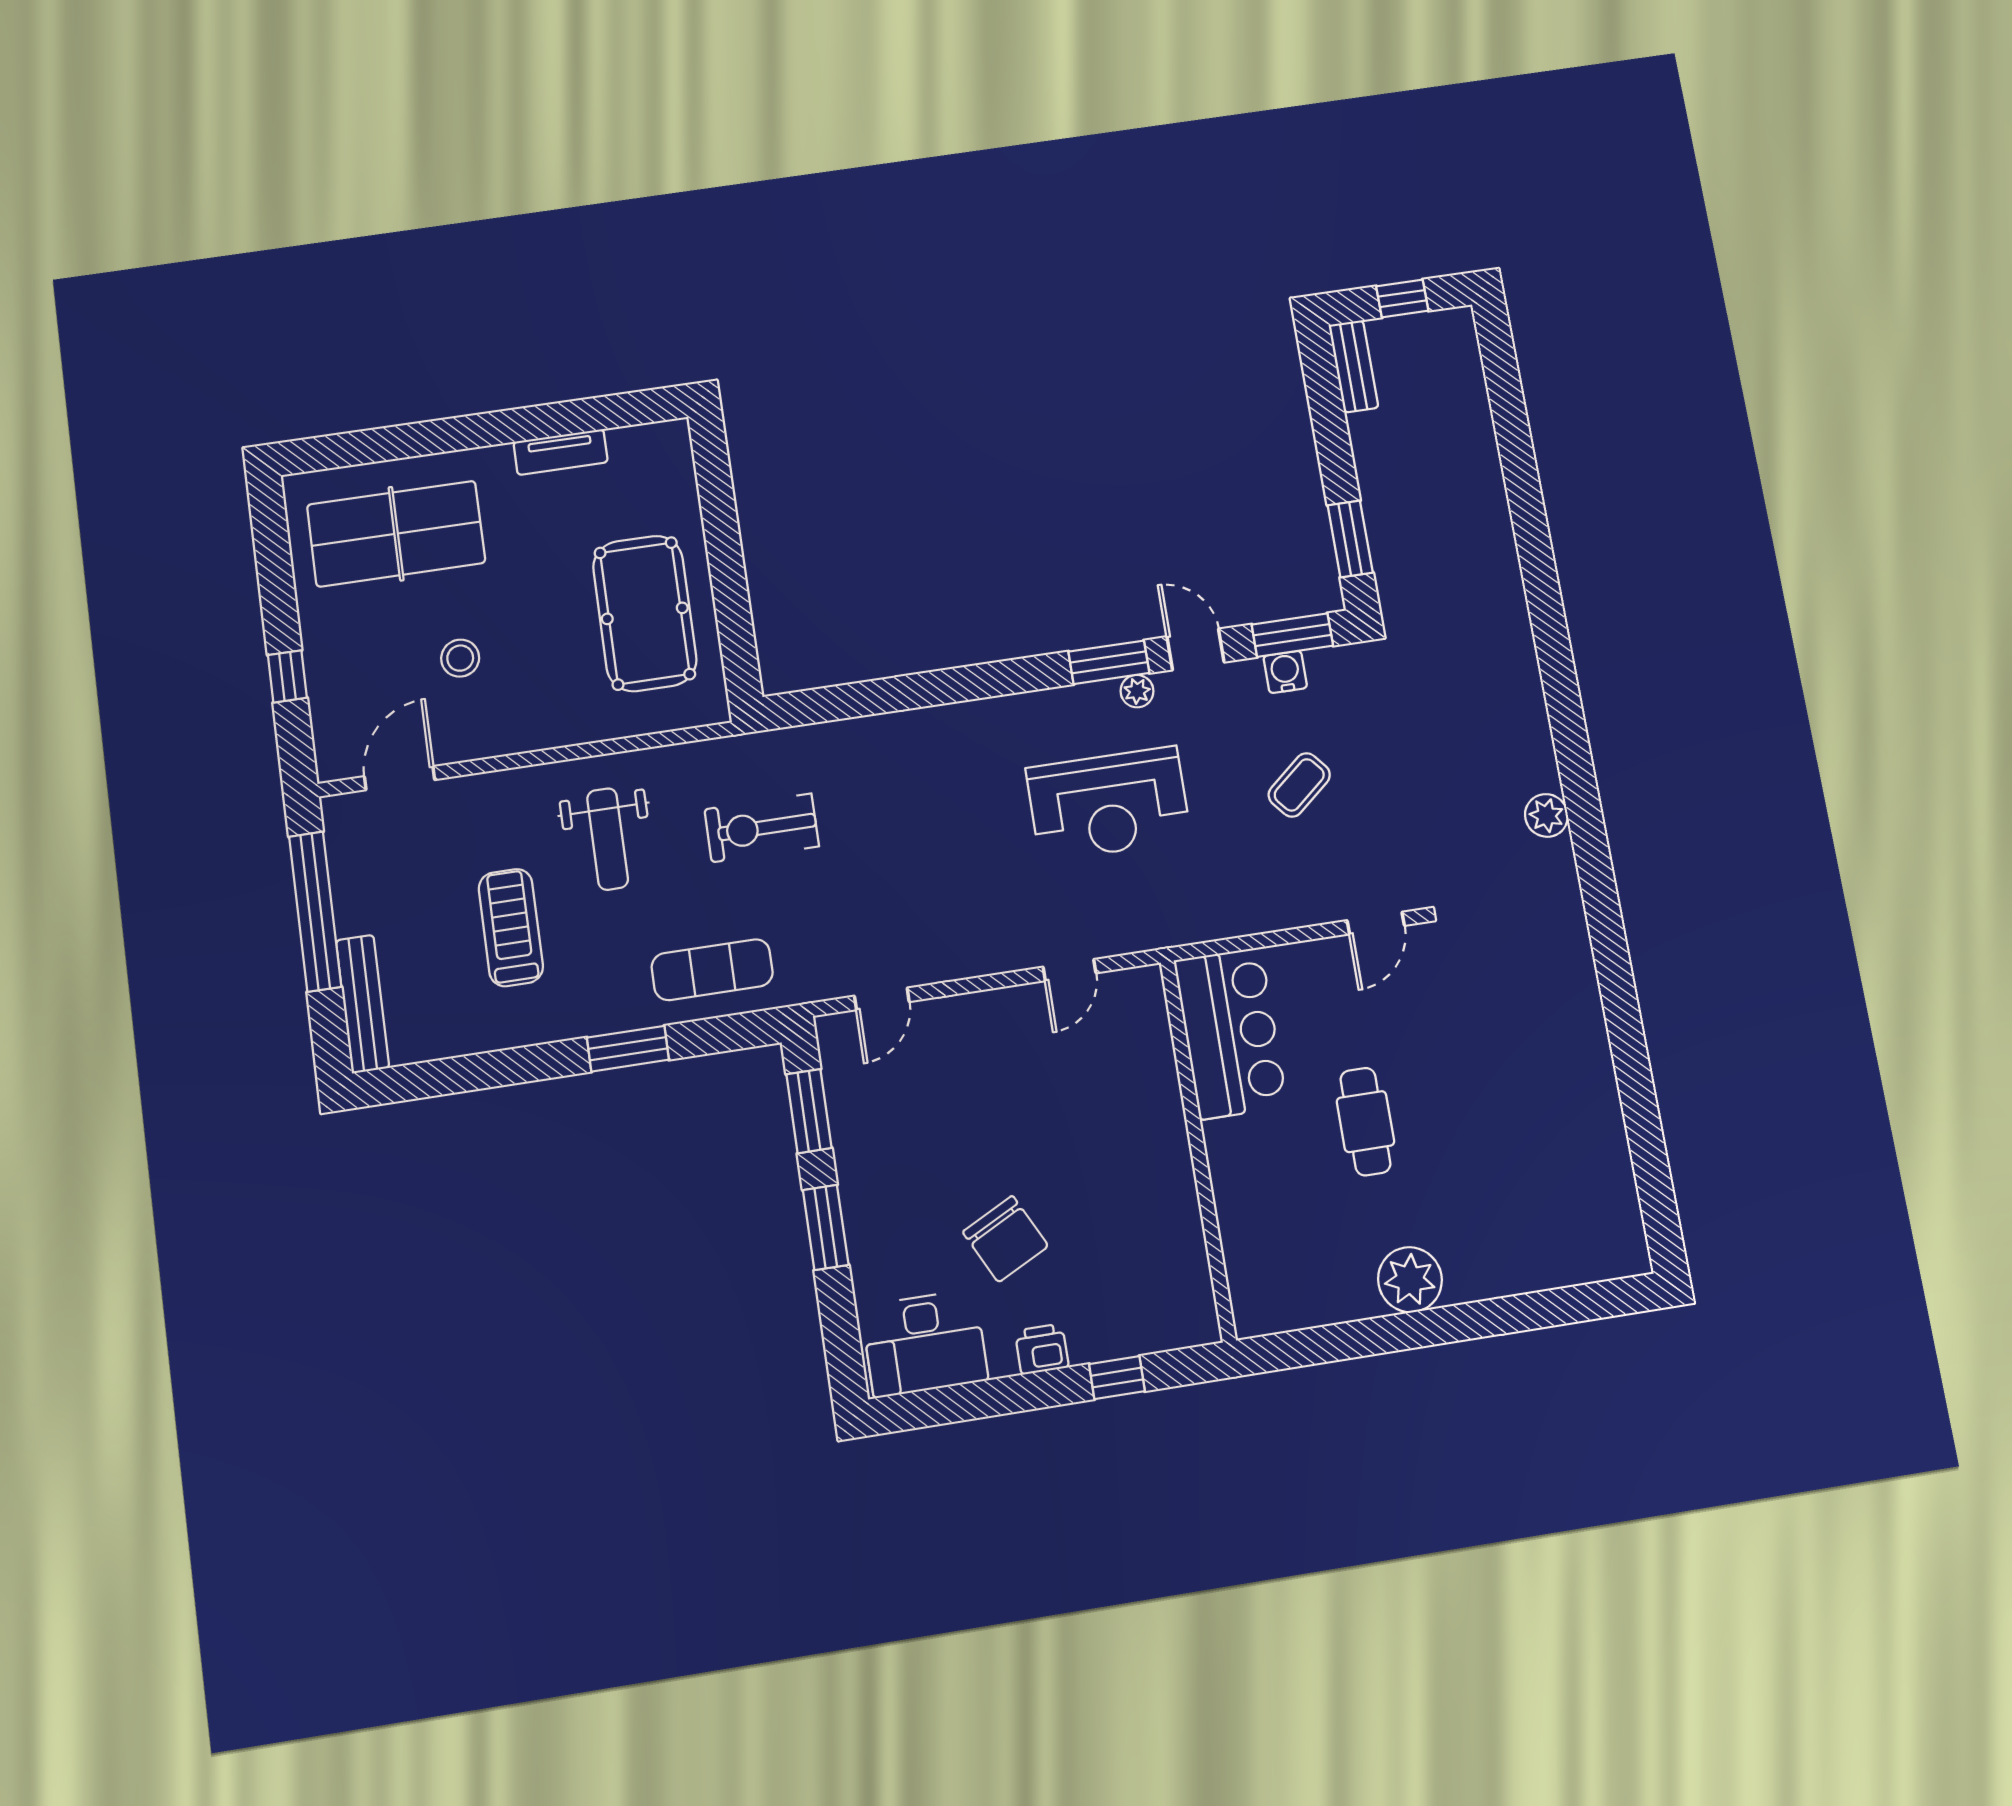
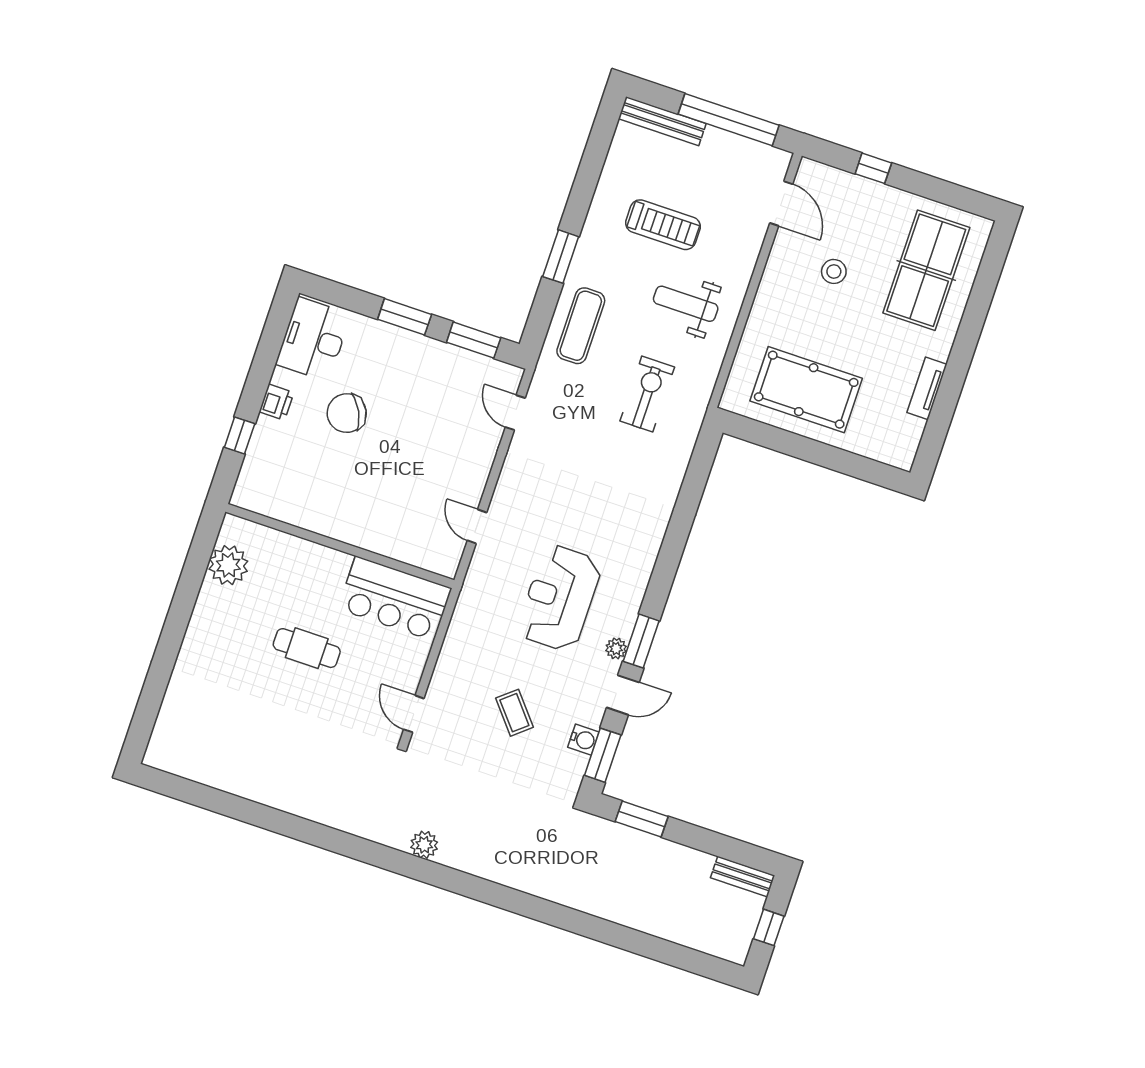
plant: (1410, 1280) -> (228, 565), moved

